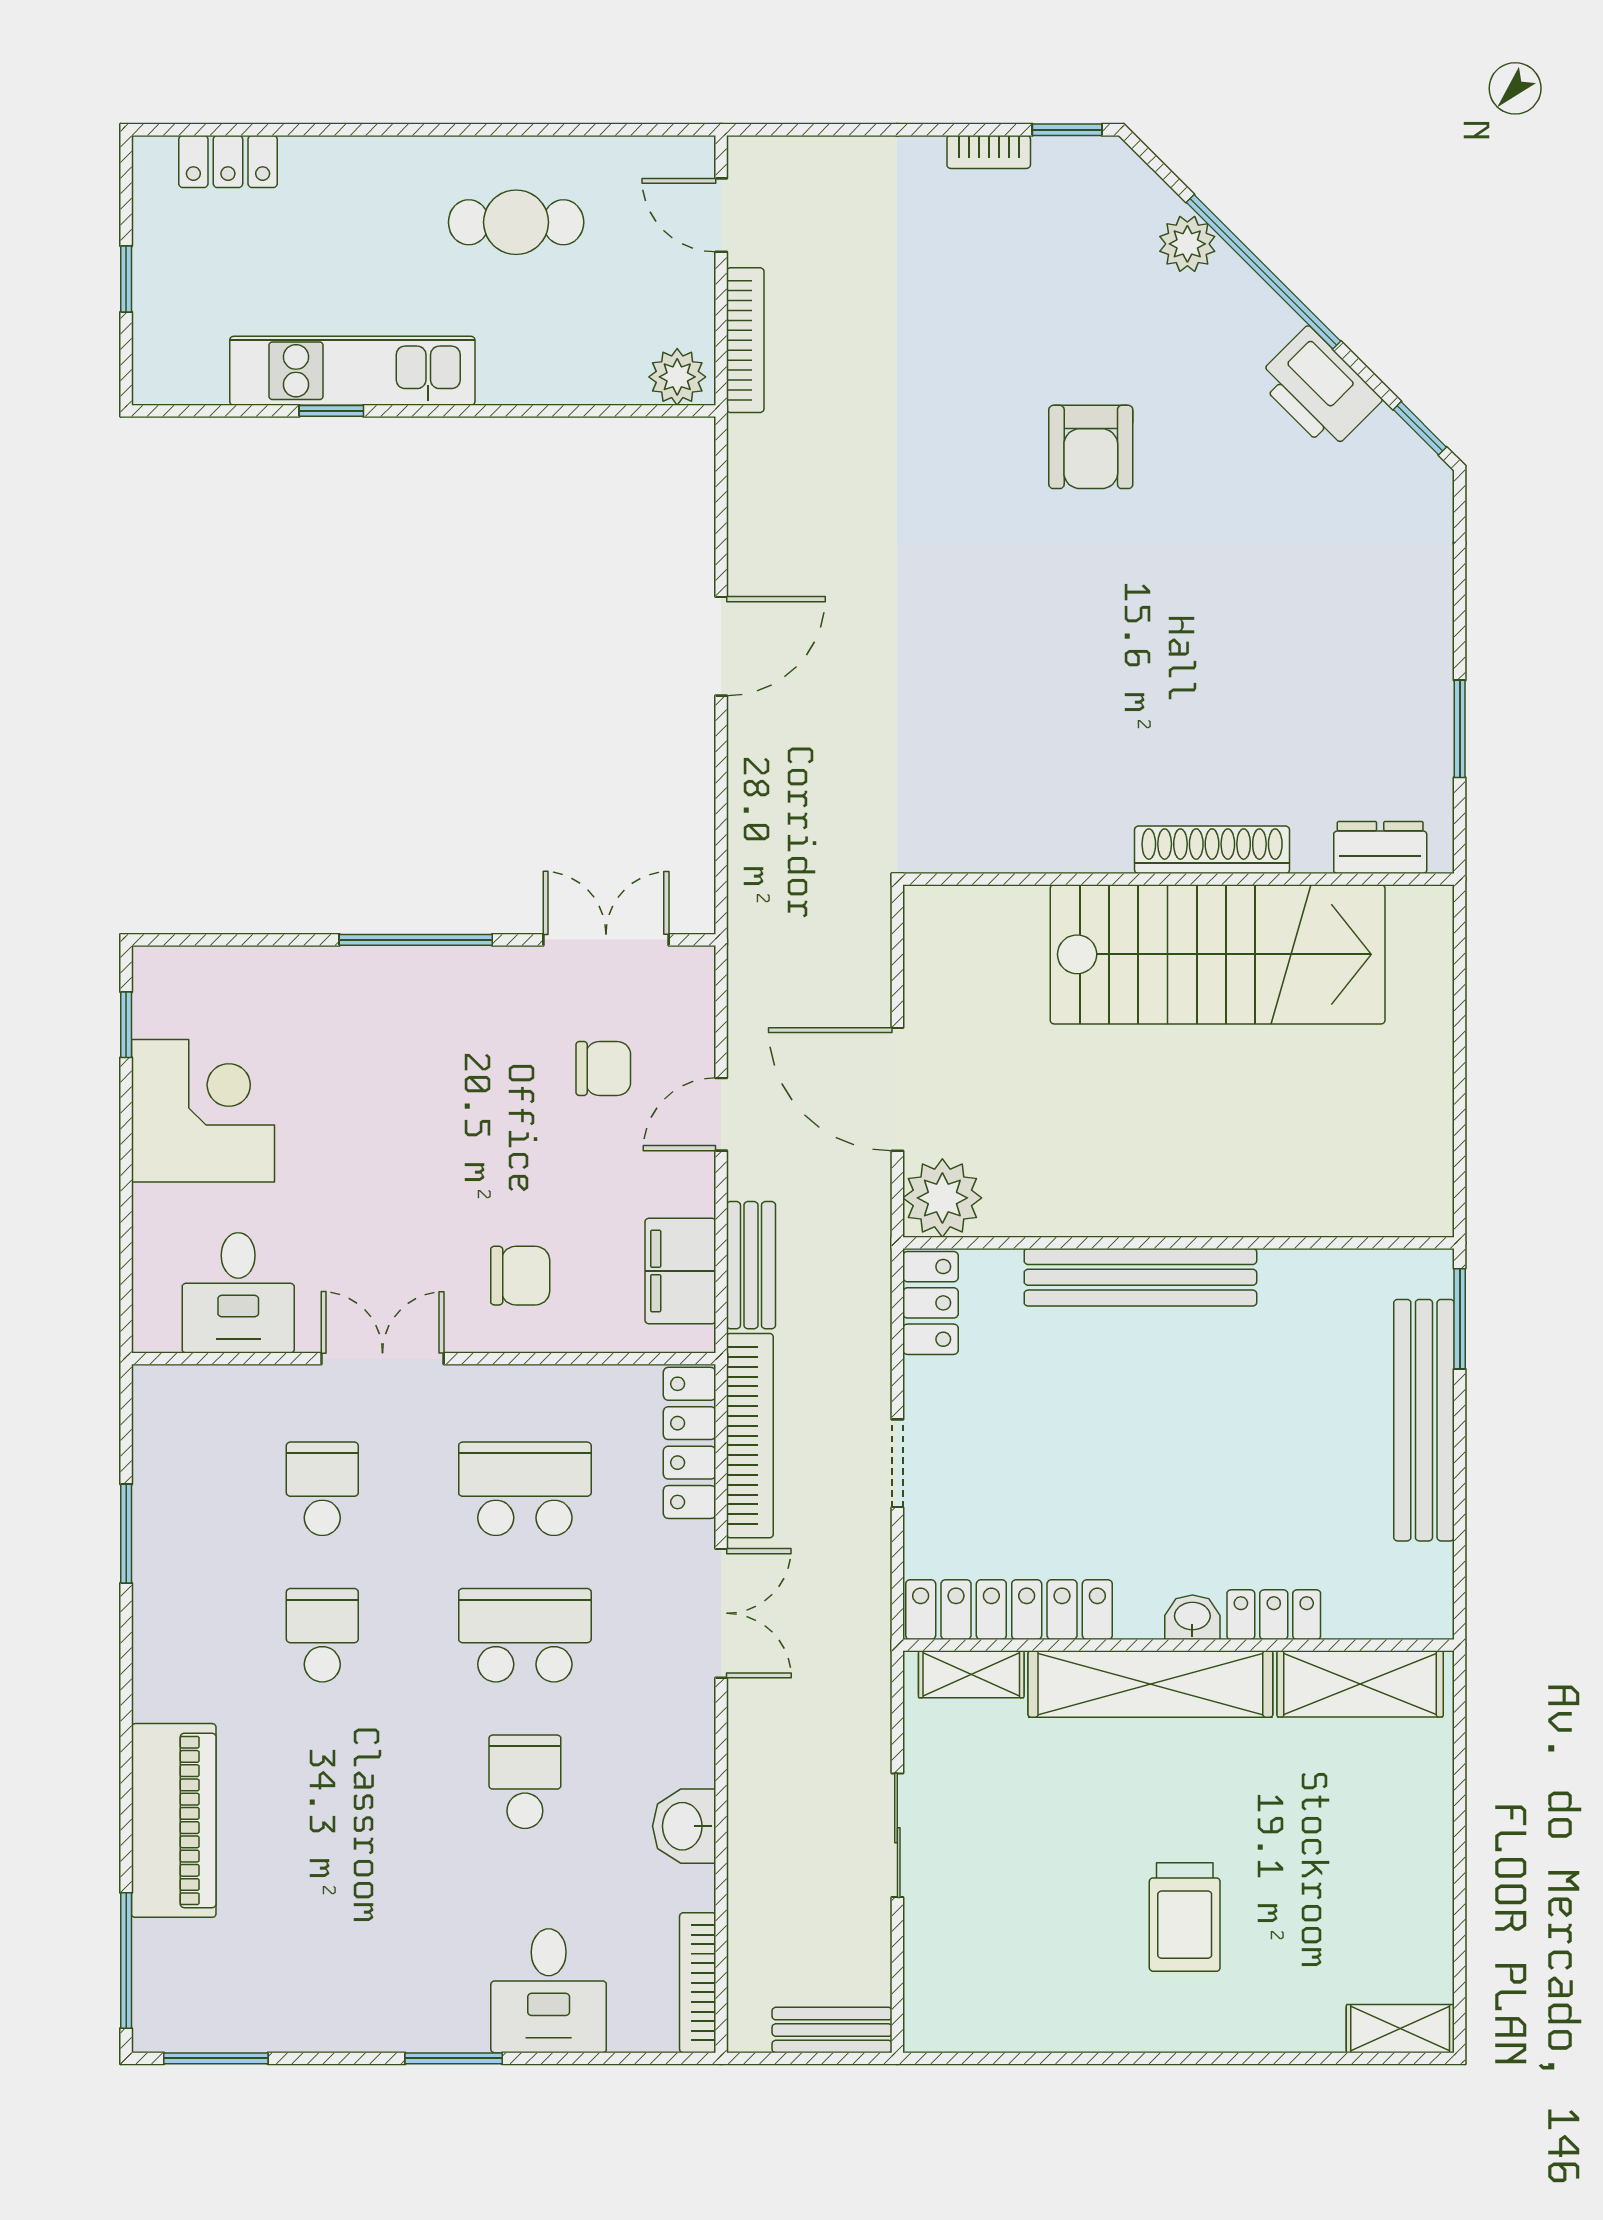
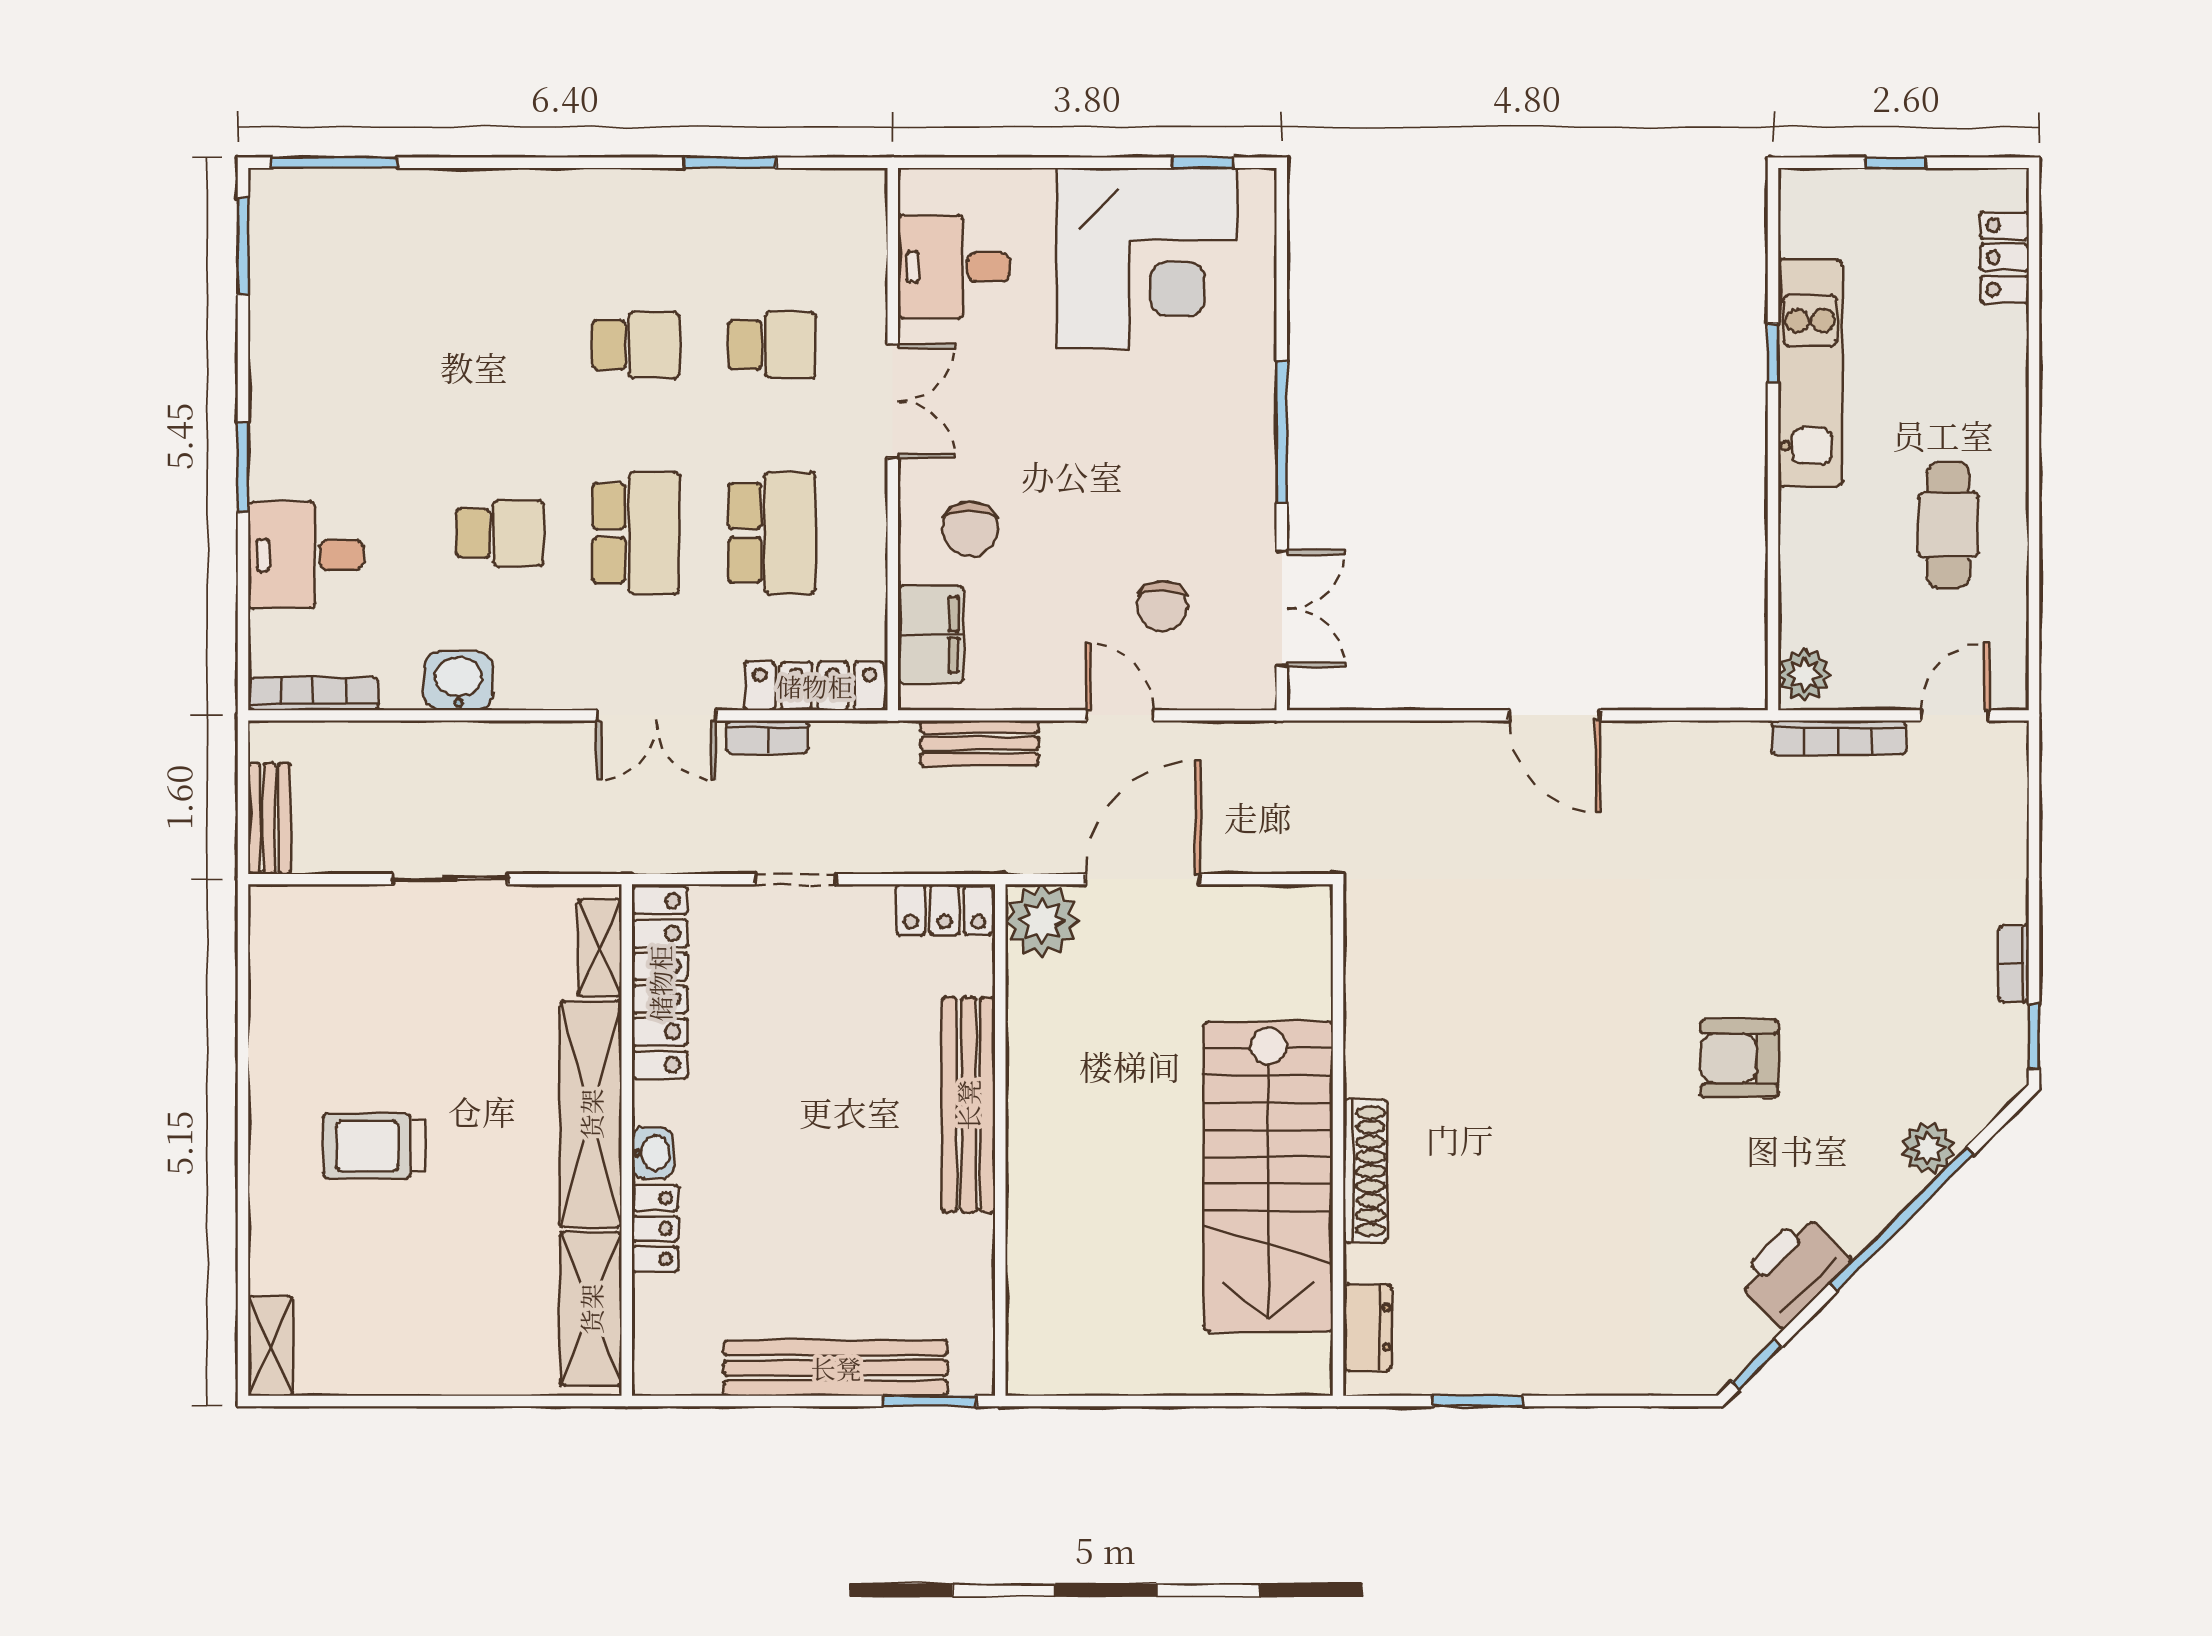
corner desk: (203, 1111) -> (1147, 258), width x1.36, depth x1.36
filing cabinet: (680, 1271) -> (931, 635), moved, turned 90
bookcase: (750, 1436) -> (767, 737), width x0.43, depth x0.76
piano: (174, 1820) -> (464, 207), removed

